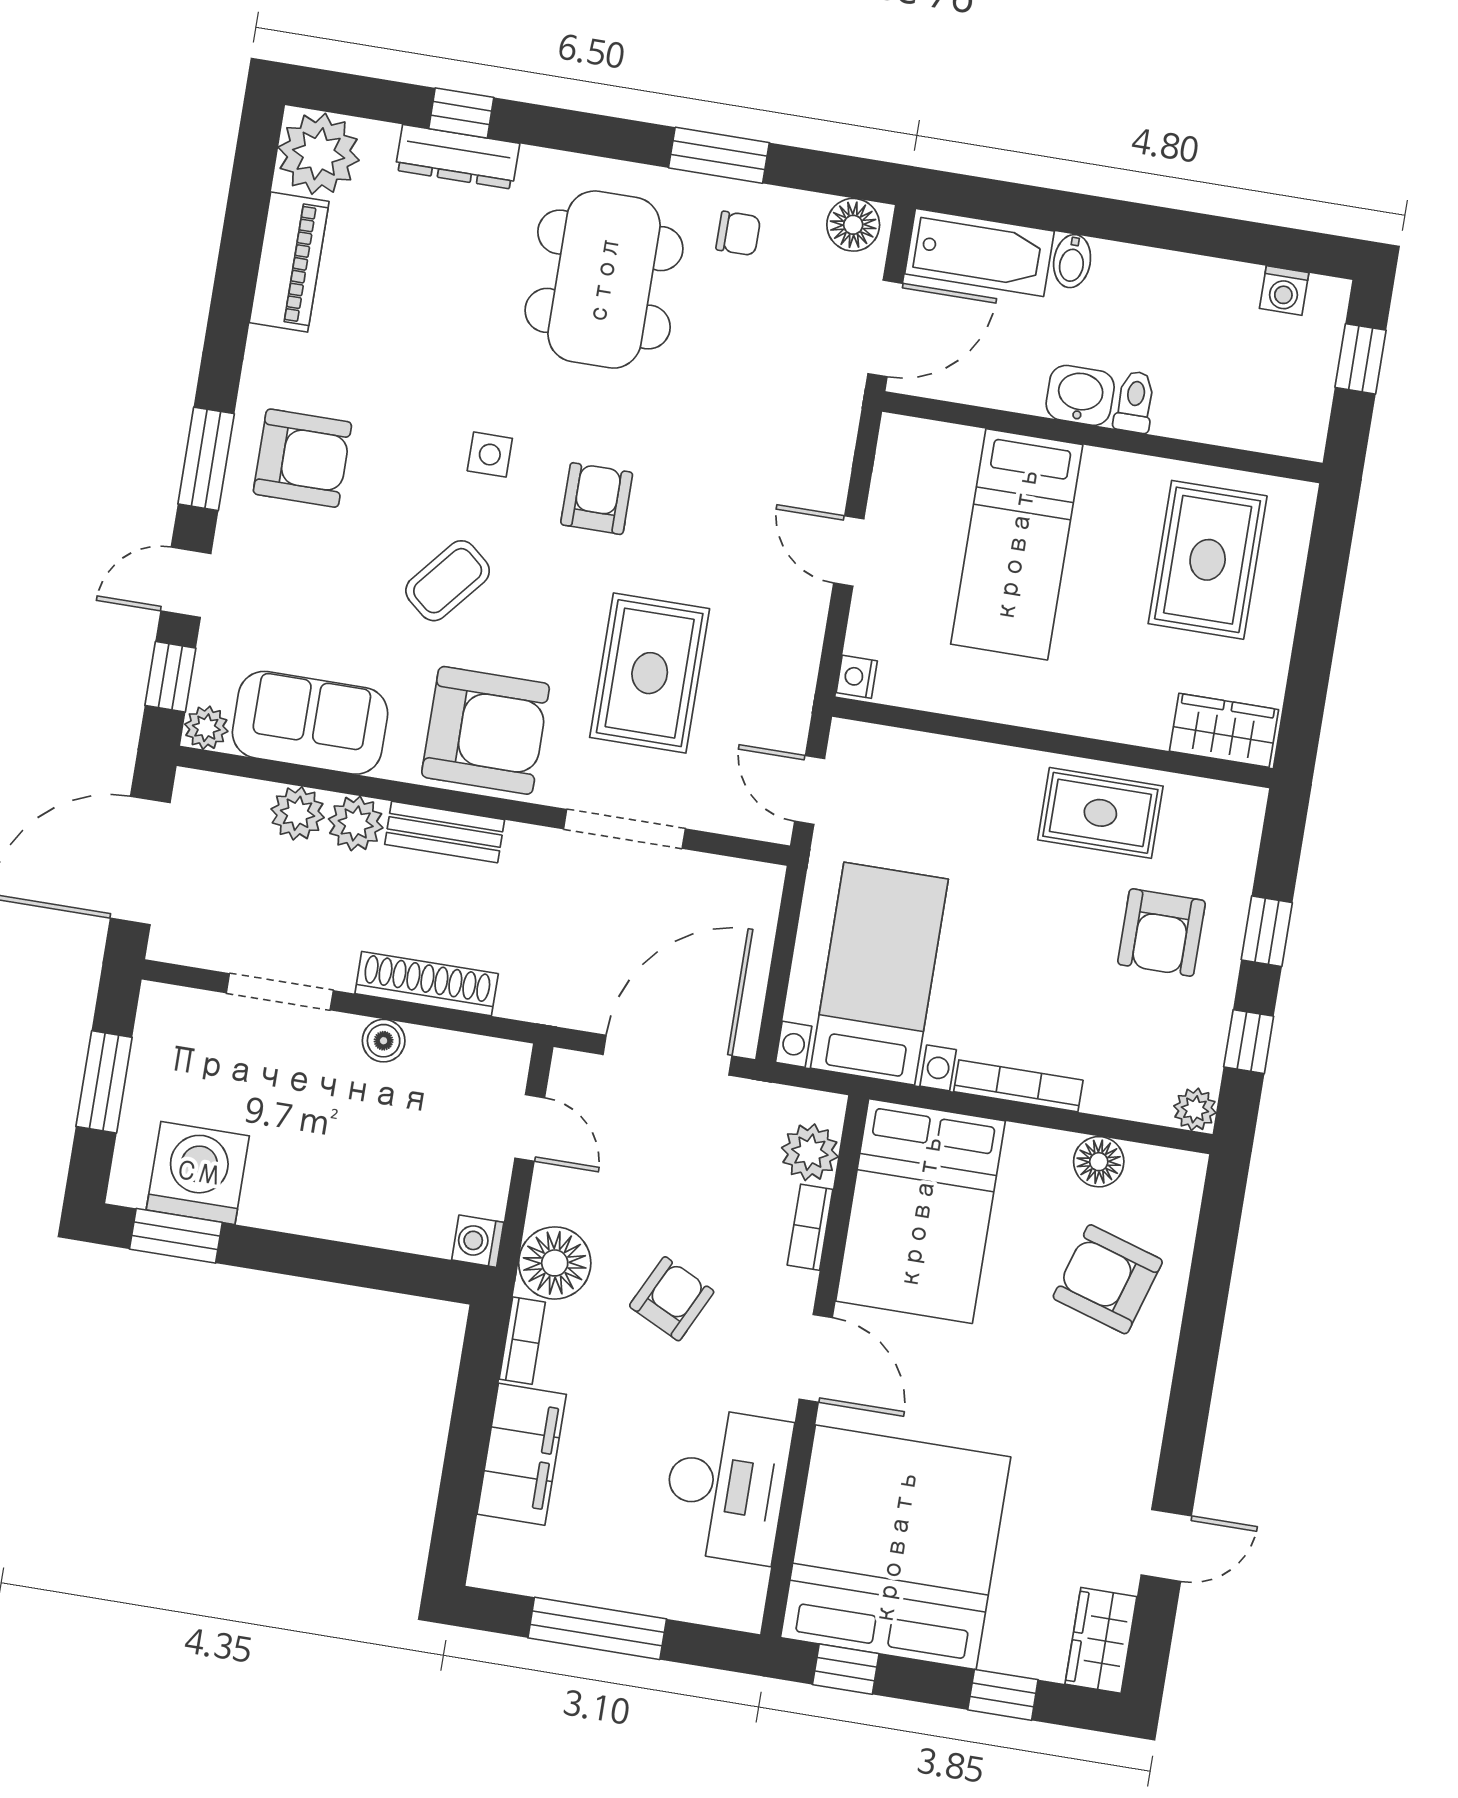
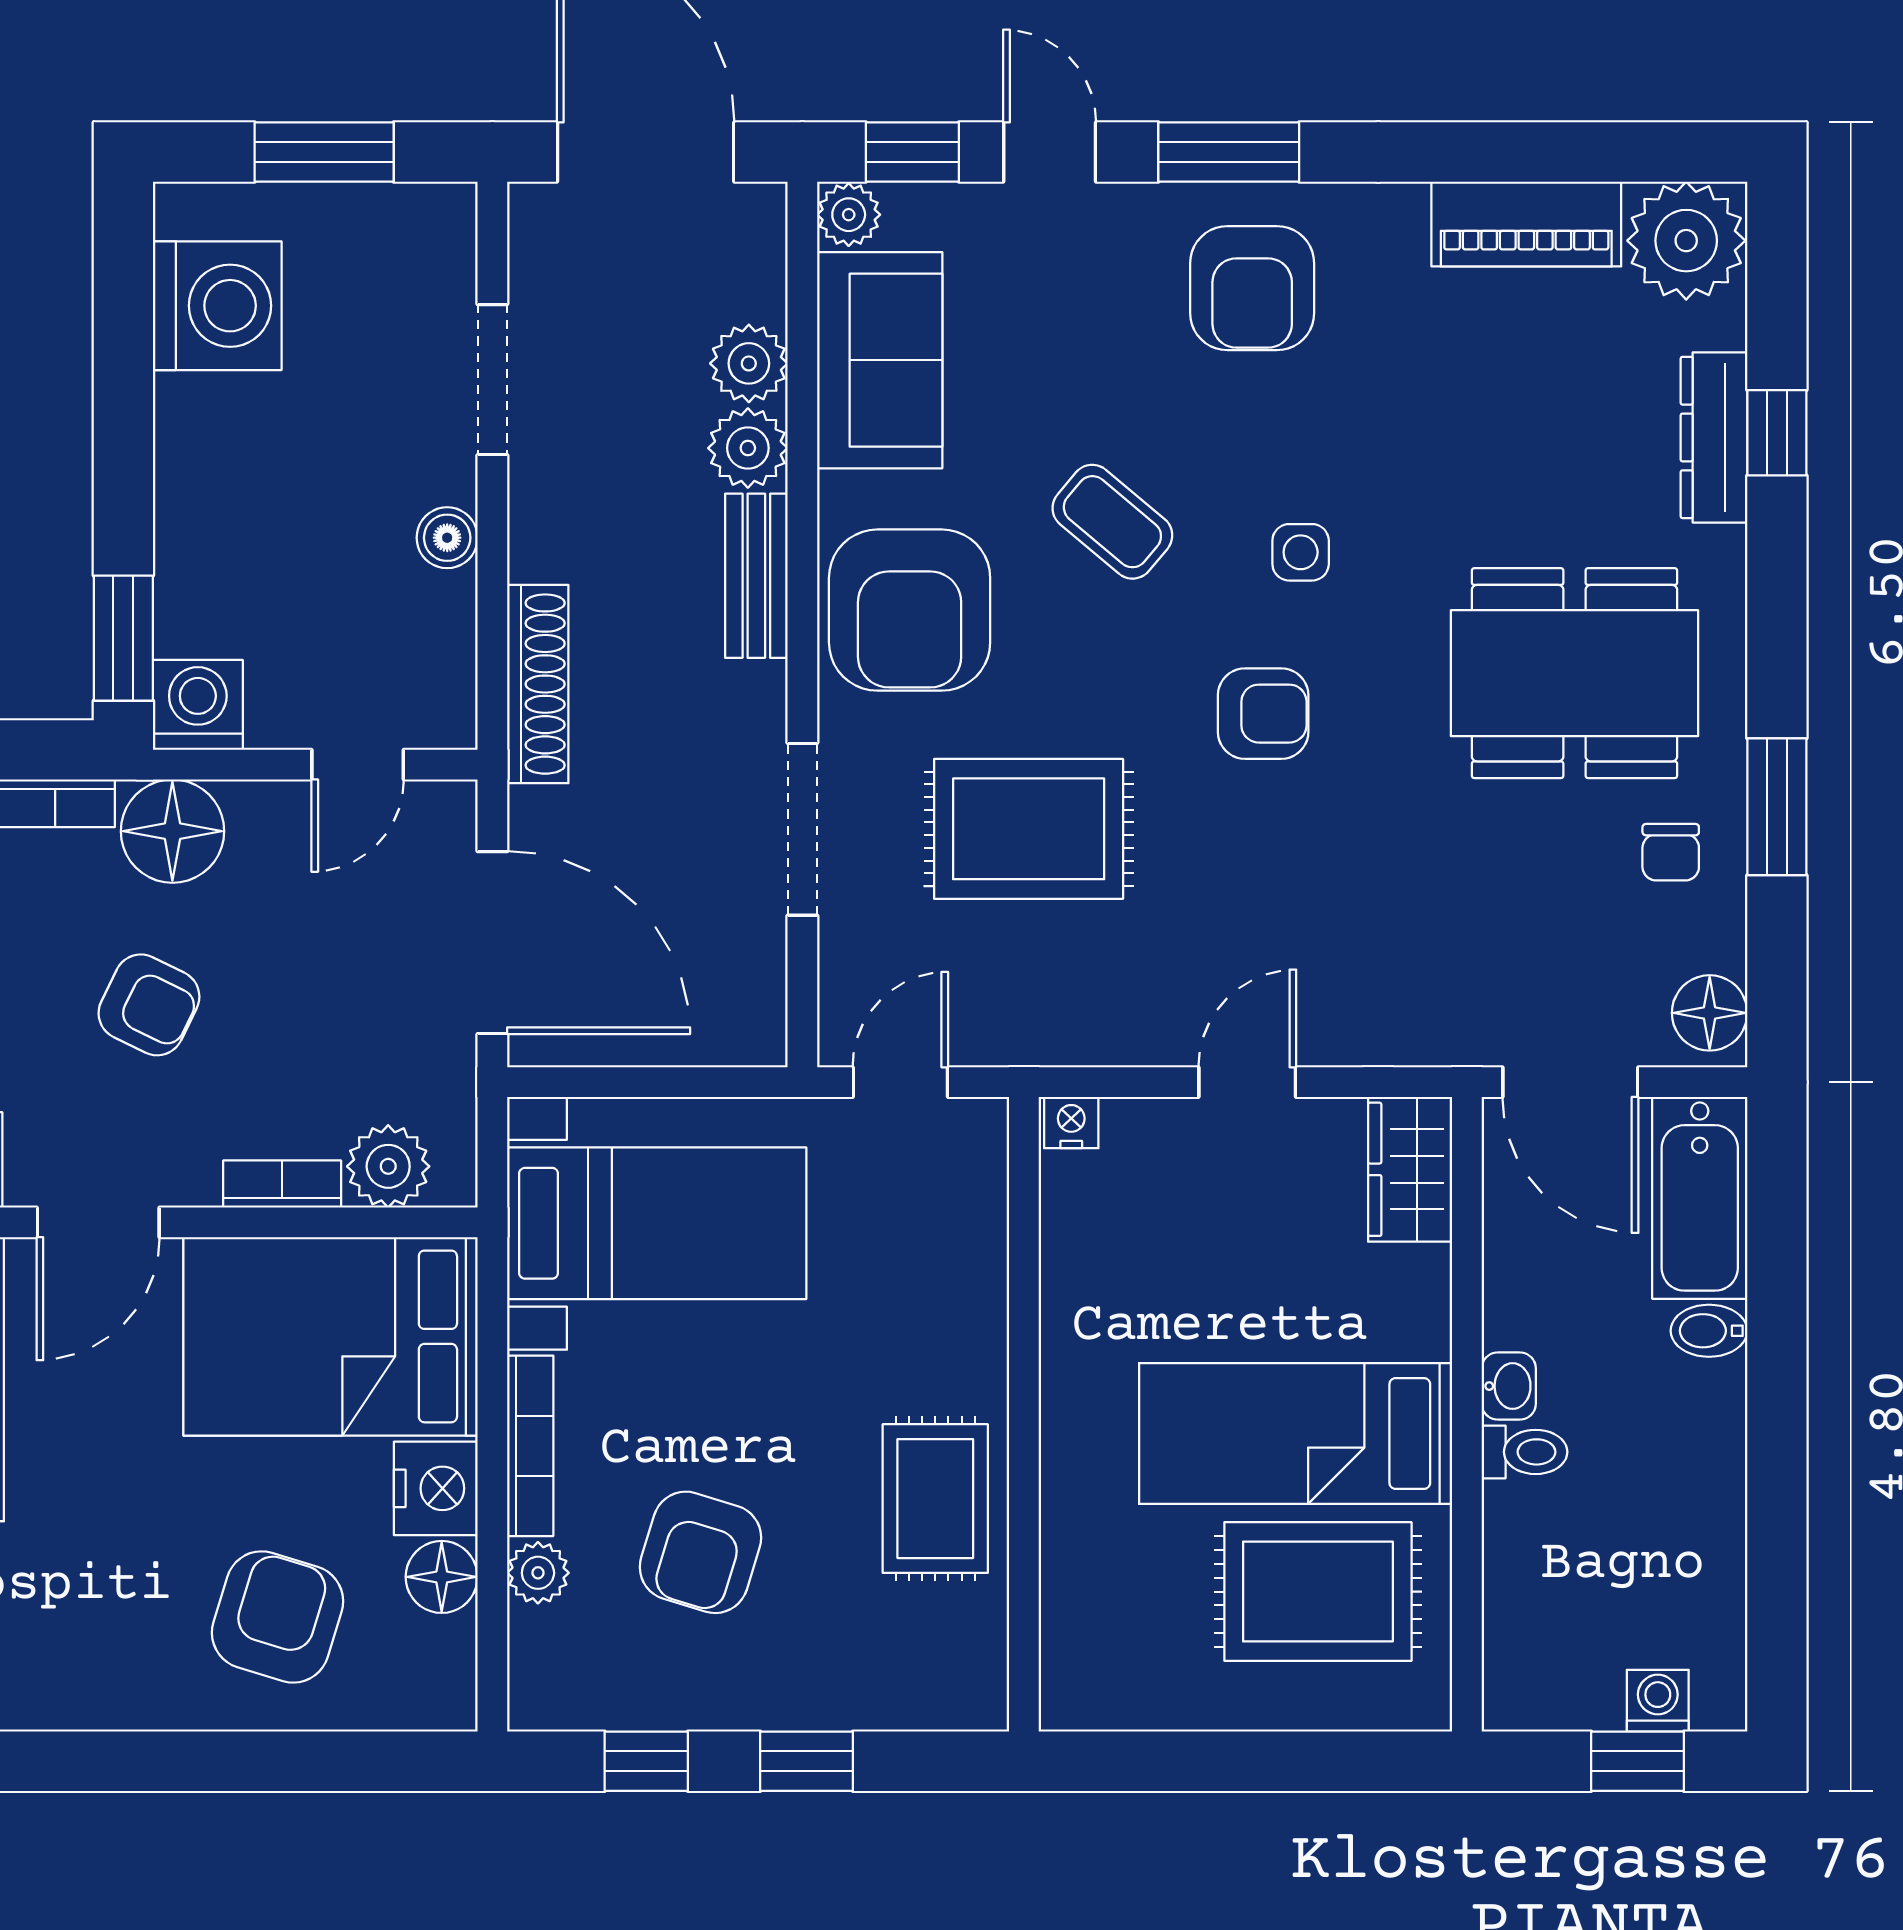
washing machine: (1284, 291) -> (1658, 1701), moved, turned 90
washbasin: (1080, 395) -> (1509, 1386), width x0.72, depth x0.69
bed: (1017, 544) -> (1296, 1434), moved
wardrobe: (1224, 730) -> (1410, 1169), moved, turned 180
armchair: (1161, 933) -> (700, 1552), moved, turned -73
shoe rack: (427, 984) -> (538, 684), moved
plant: (1195, 1109) -> (538, 1573), moved
nightstand: (1037, 1156) -> (436, 1488), added
window: (176, 1236) -> (123, 638), moved
washing machine: (478, 1241) -> (198, 705), width x1.38, depth x1.38

